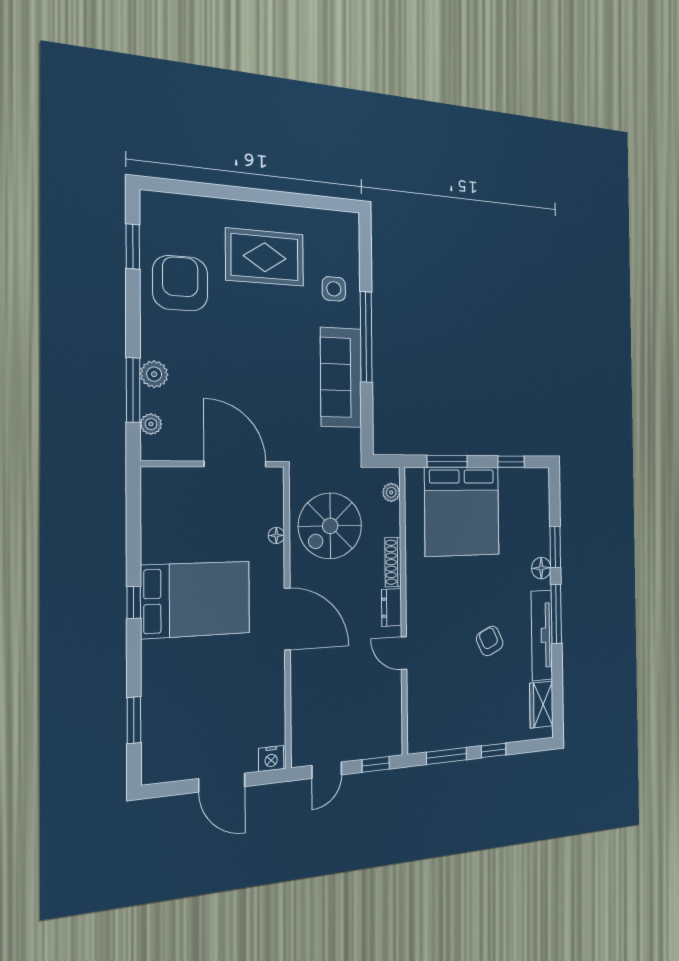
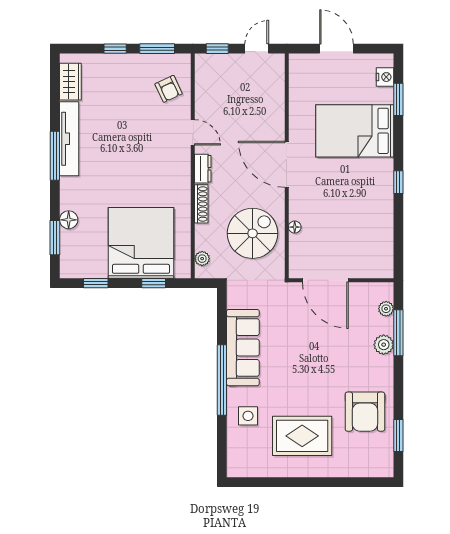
window: (447, 461) -> (154, 283), width x0.67
window: (555, 547) -> (55, 238), moved
floor lamp: (541, 568) -> (69, 220), moved
bed: (196, 599) -> (355, 131), moved
armchair: (490, 641) -> (169, 89), moved
nightstand: (271, 759) -> (385, 77), moved, turned 90

